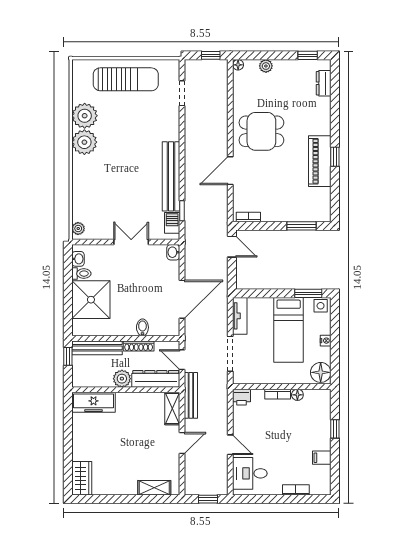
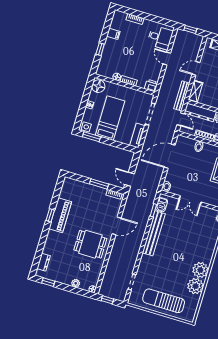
window: (301, 226) -> (99, 184), moved

